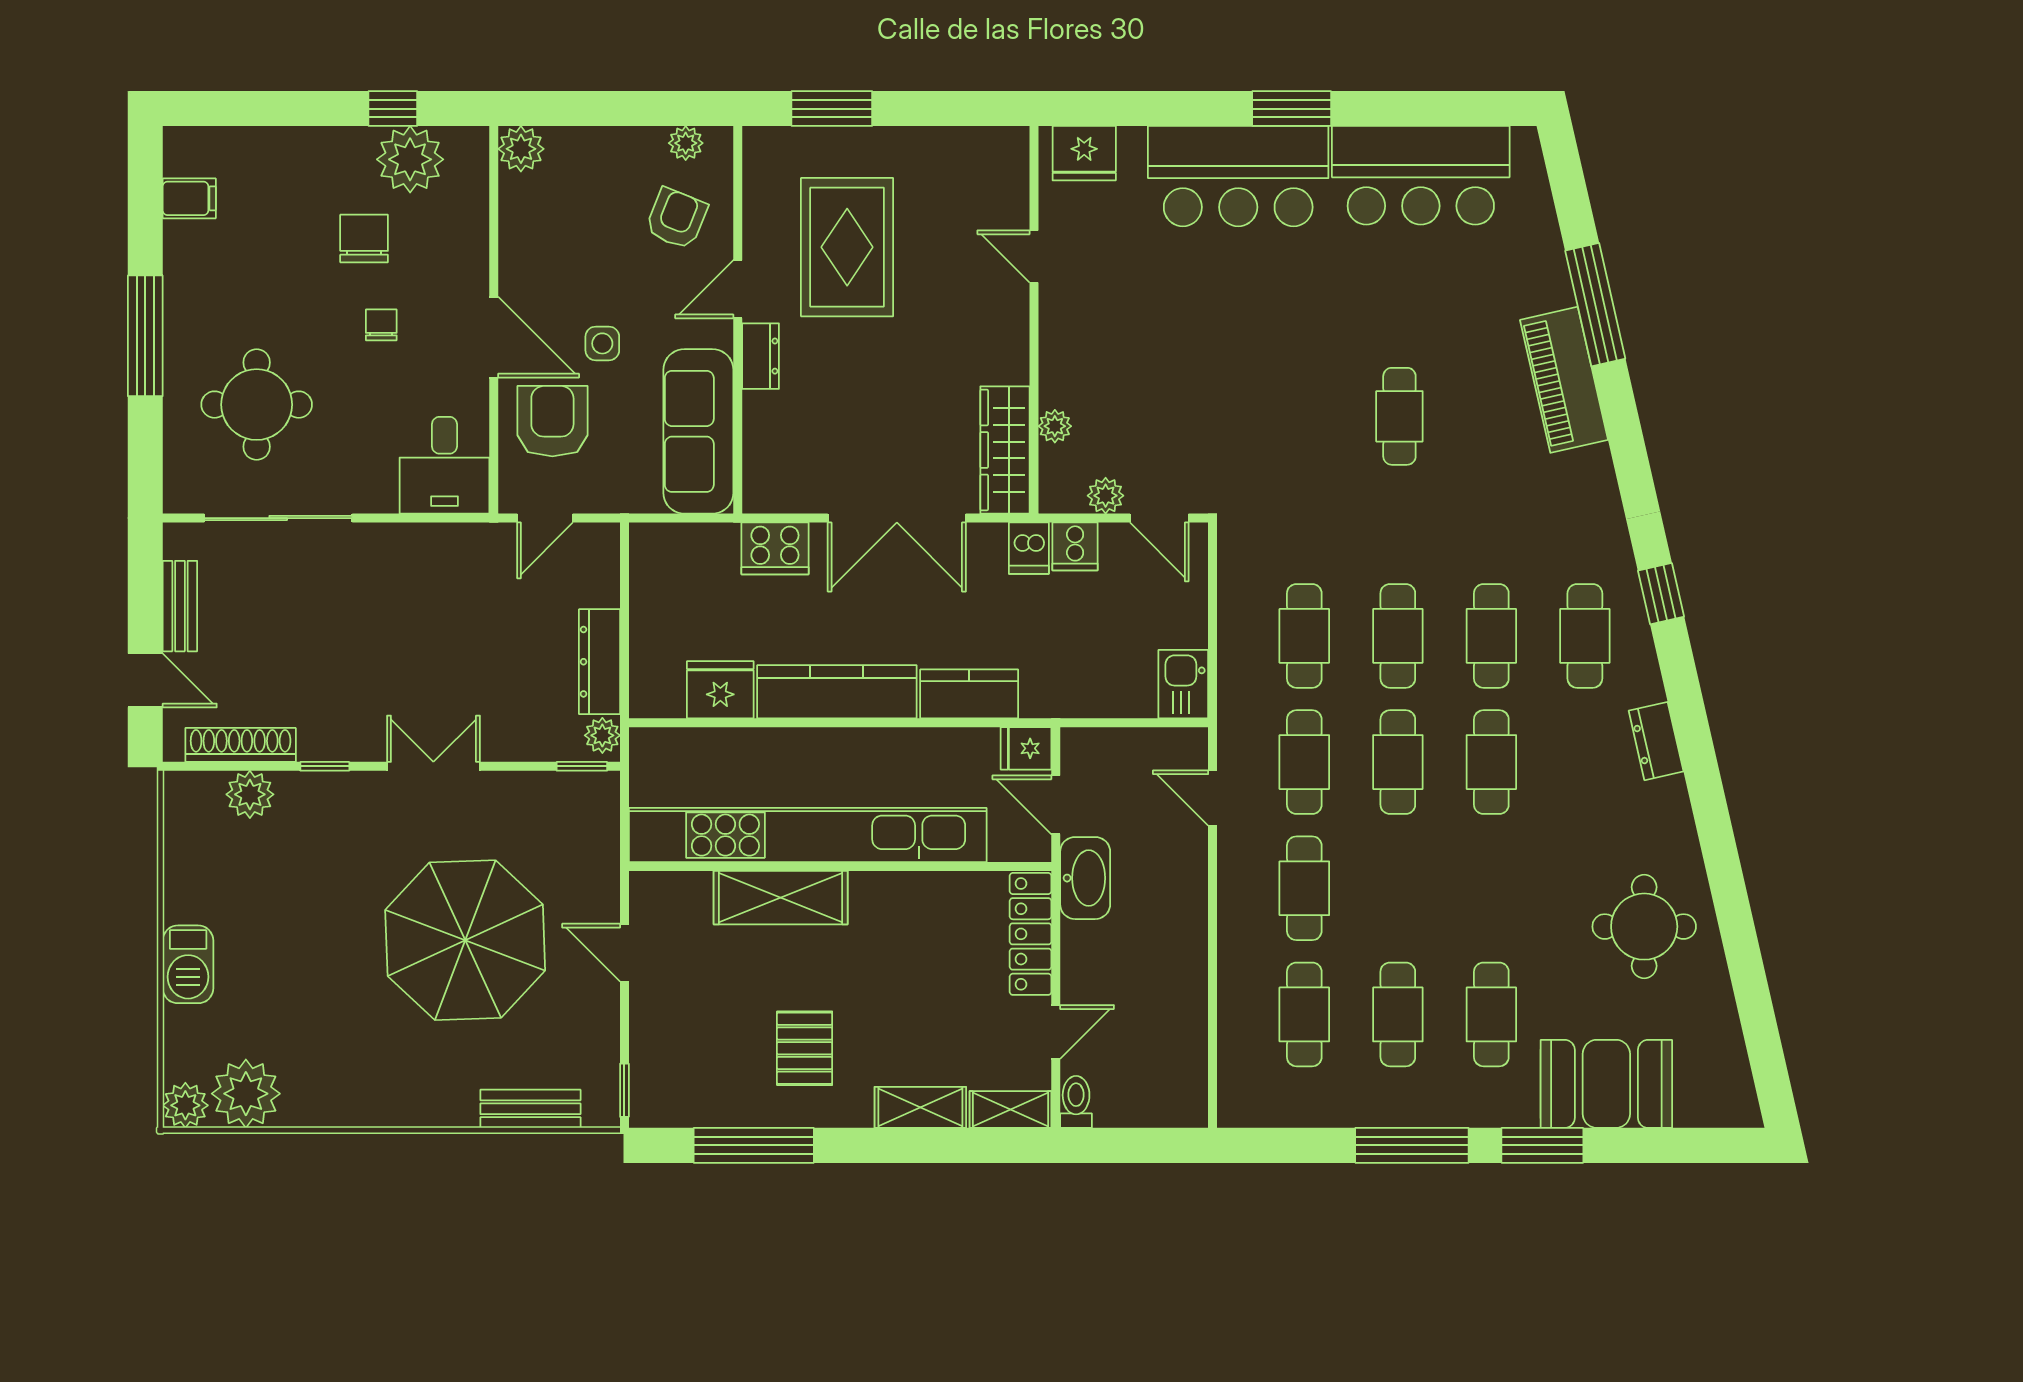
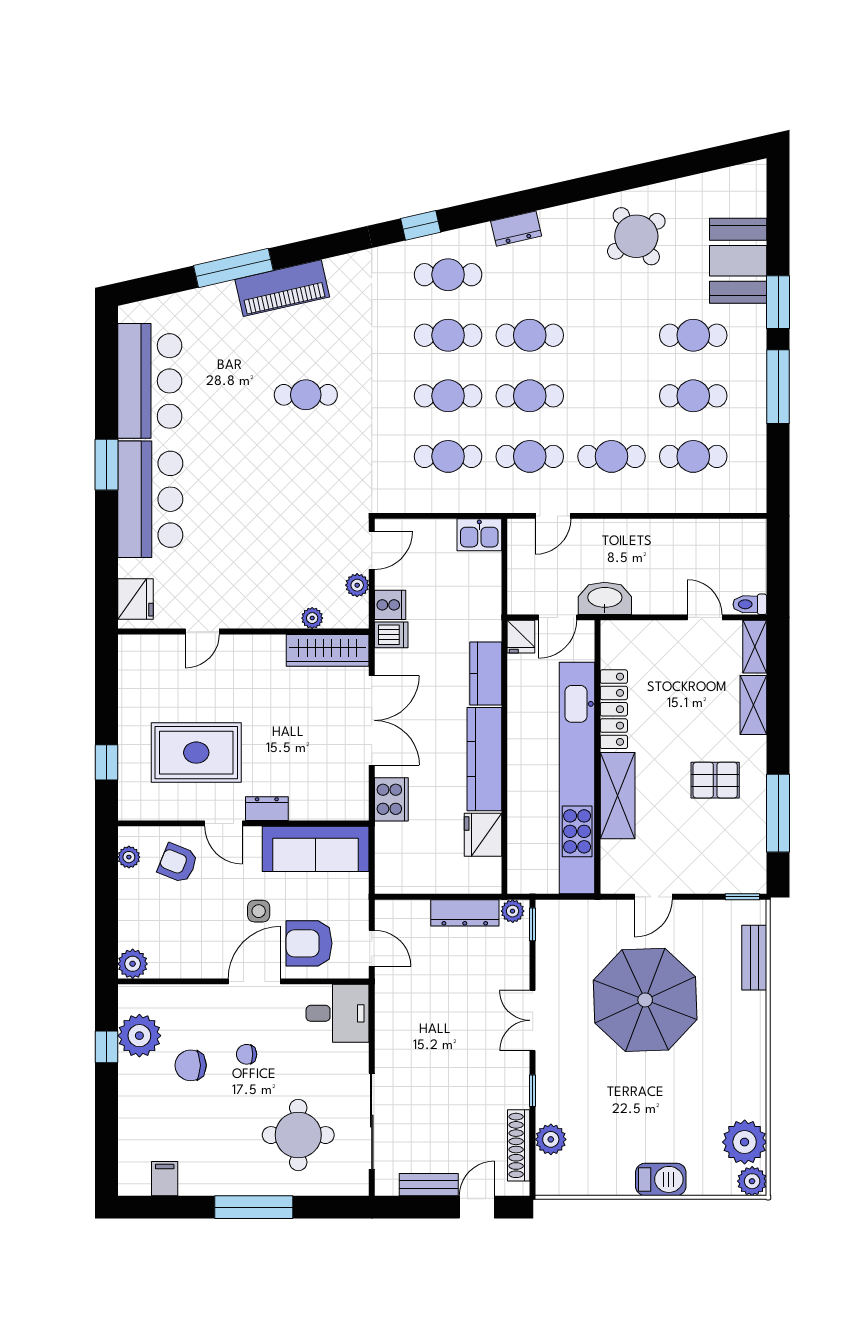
window: (832, 109) -> (106, 762), width x0.67
round table: (1644, 927) -> (636, 236), turned -36
locker: (1031, 934) -> (614, 709), moved, turned -90

